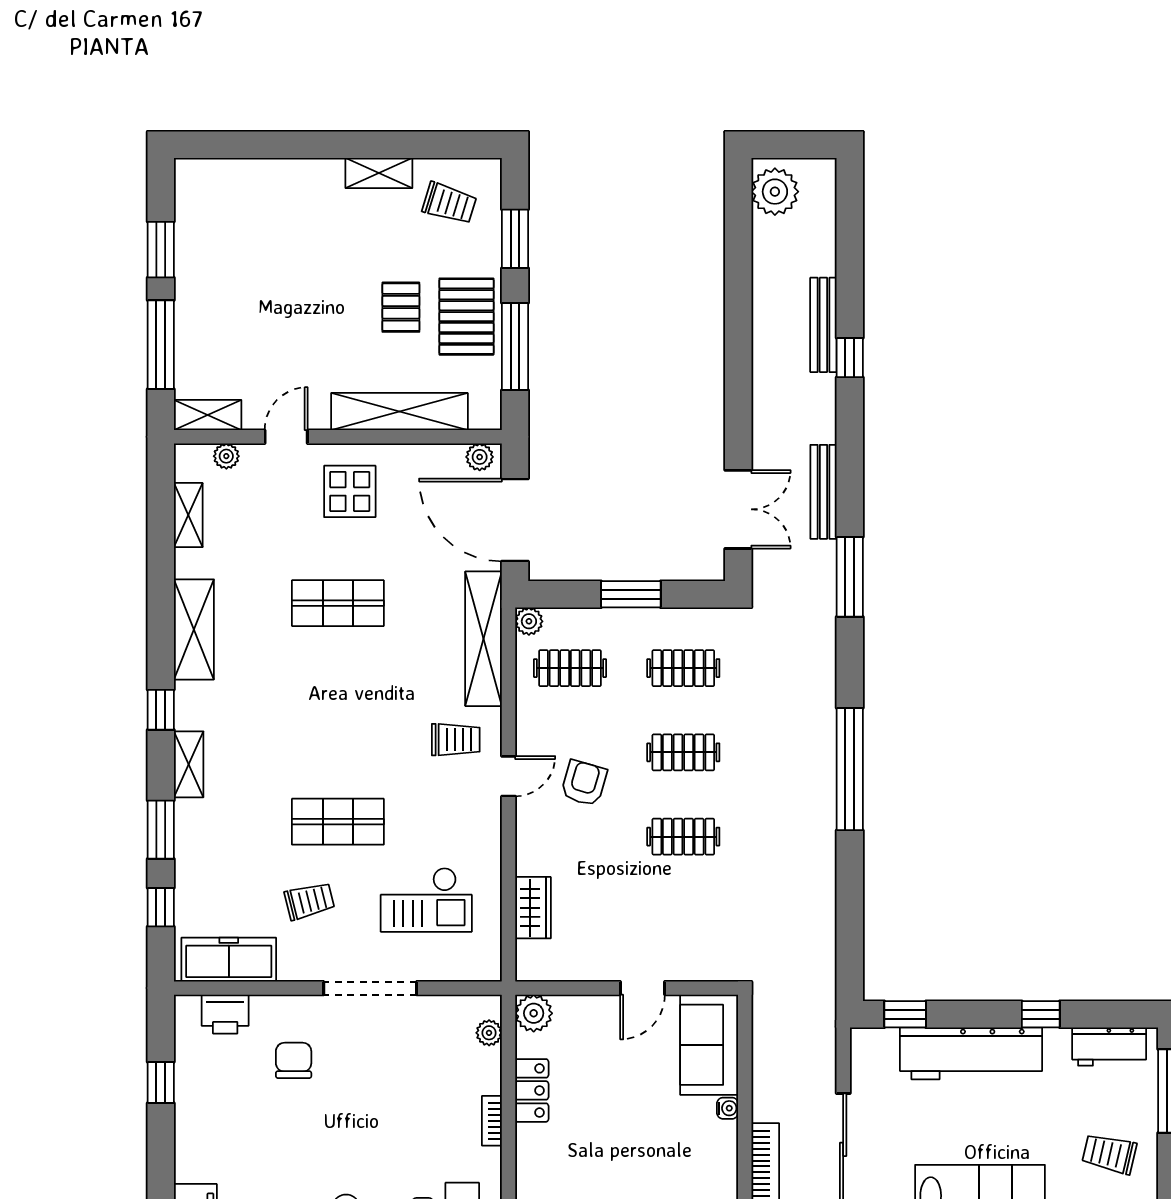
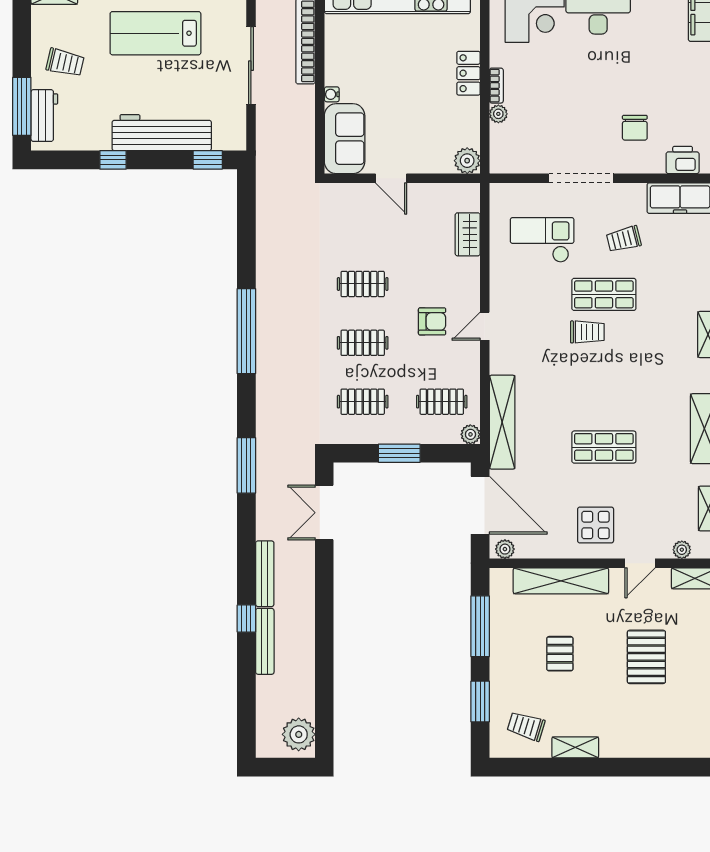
pallet: (466, 317) -> (646, 657), moved
bench: (823, 492) -> (265, 574), moved
trolley: (456, 740) -> (587, 332), moved, turned 180
armchair: (584, 783) -> (432, 321), turned -106
door: (643, 988) -> (391, 178), swing flipped
plant: (489, 1033) -> (498, 114), moved
workbench: (1109, 1047) -> (44, 116), moved, turned 90
locker: (532, 1090) -> (468, 73), moved

